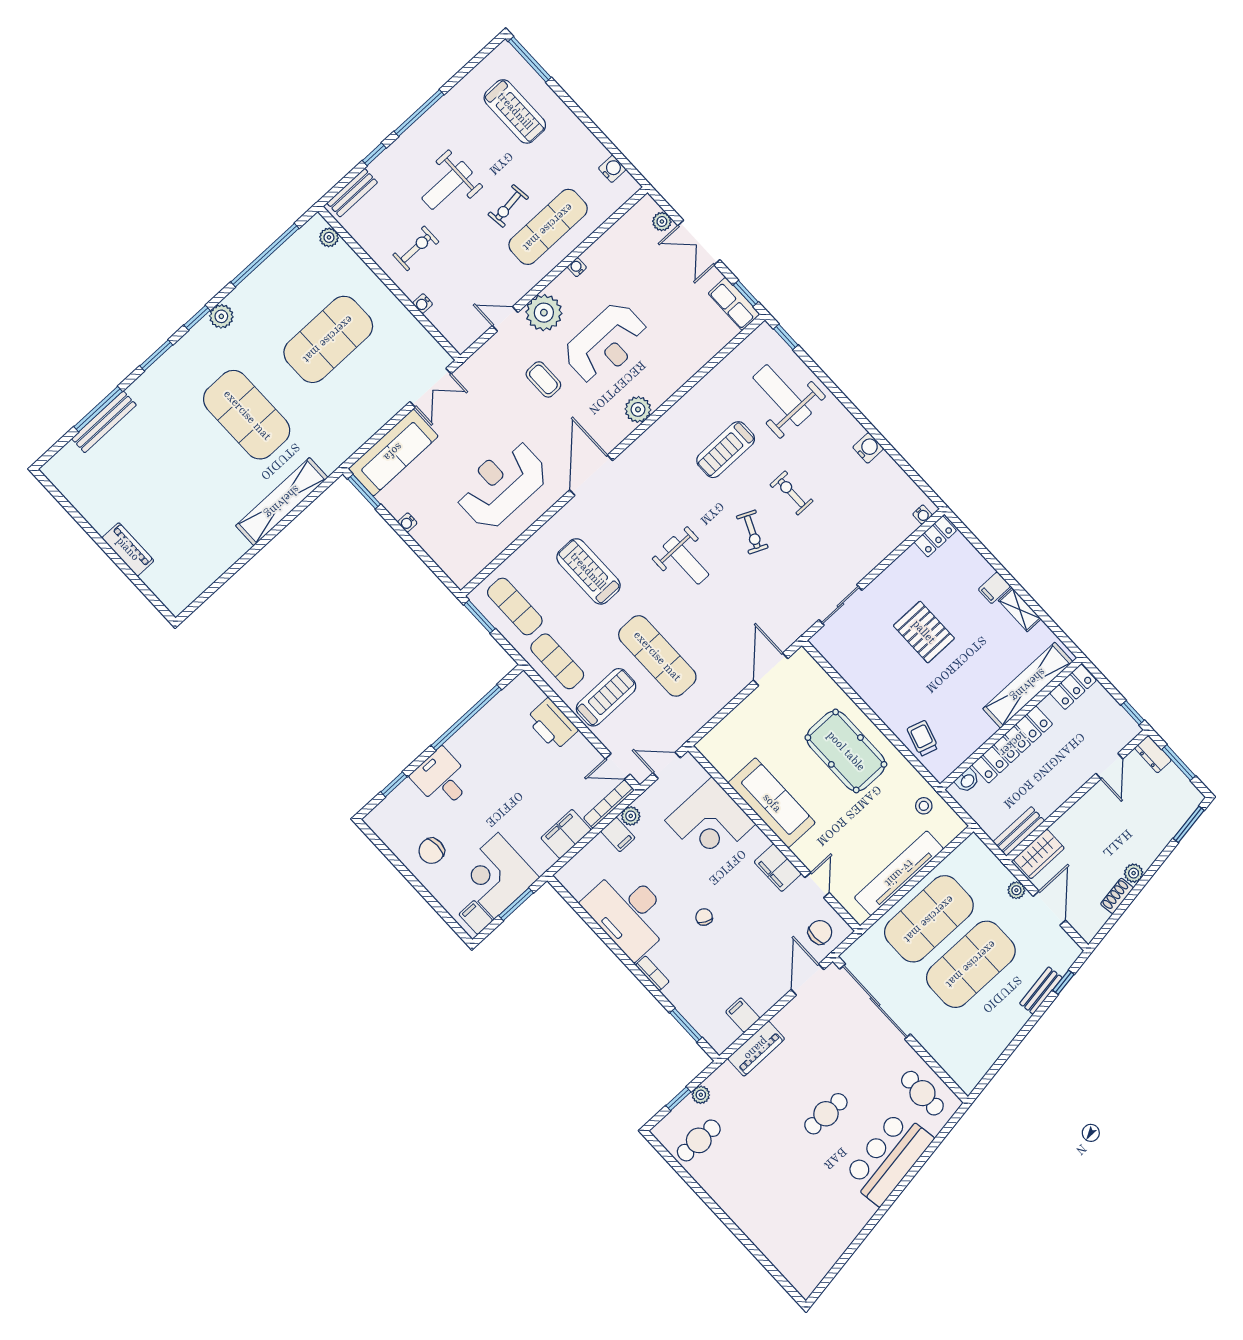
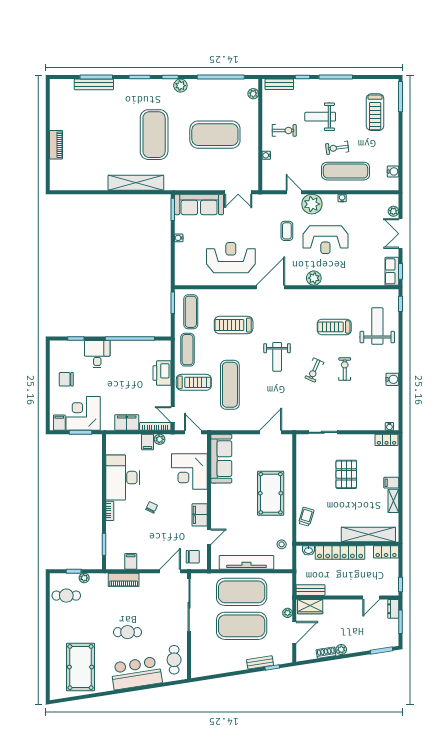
treadmill: (588, 571) -> (234, 325), turned -90
sofa: (772, 803) -> (221, 459), moved
pool table: (806, 1219) -> (81, 667), added

